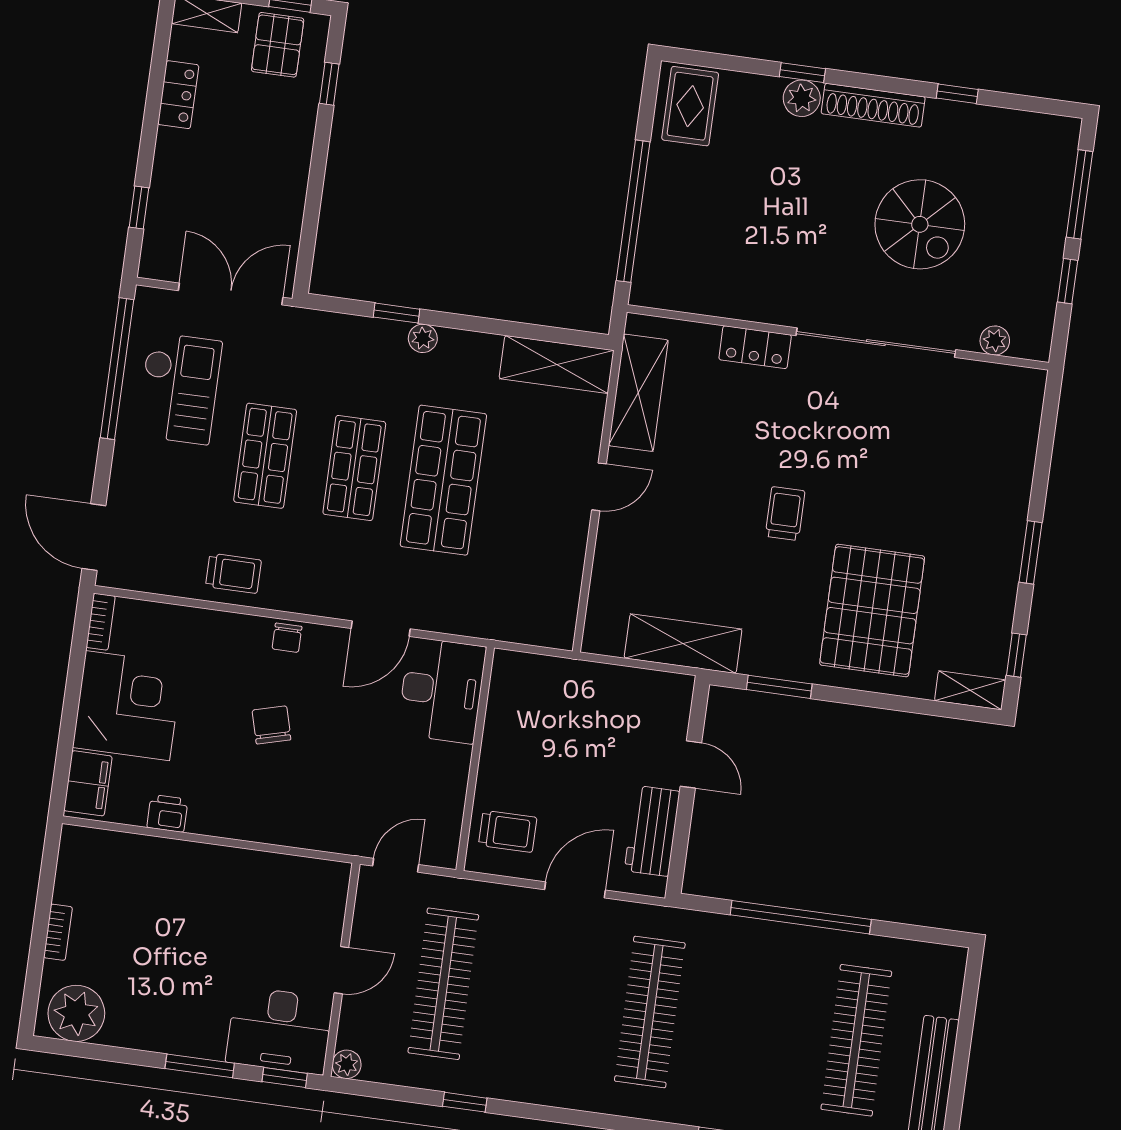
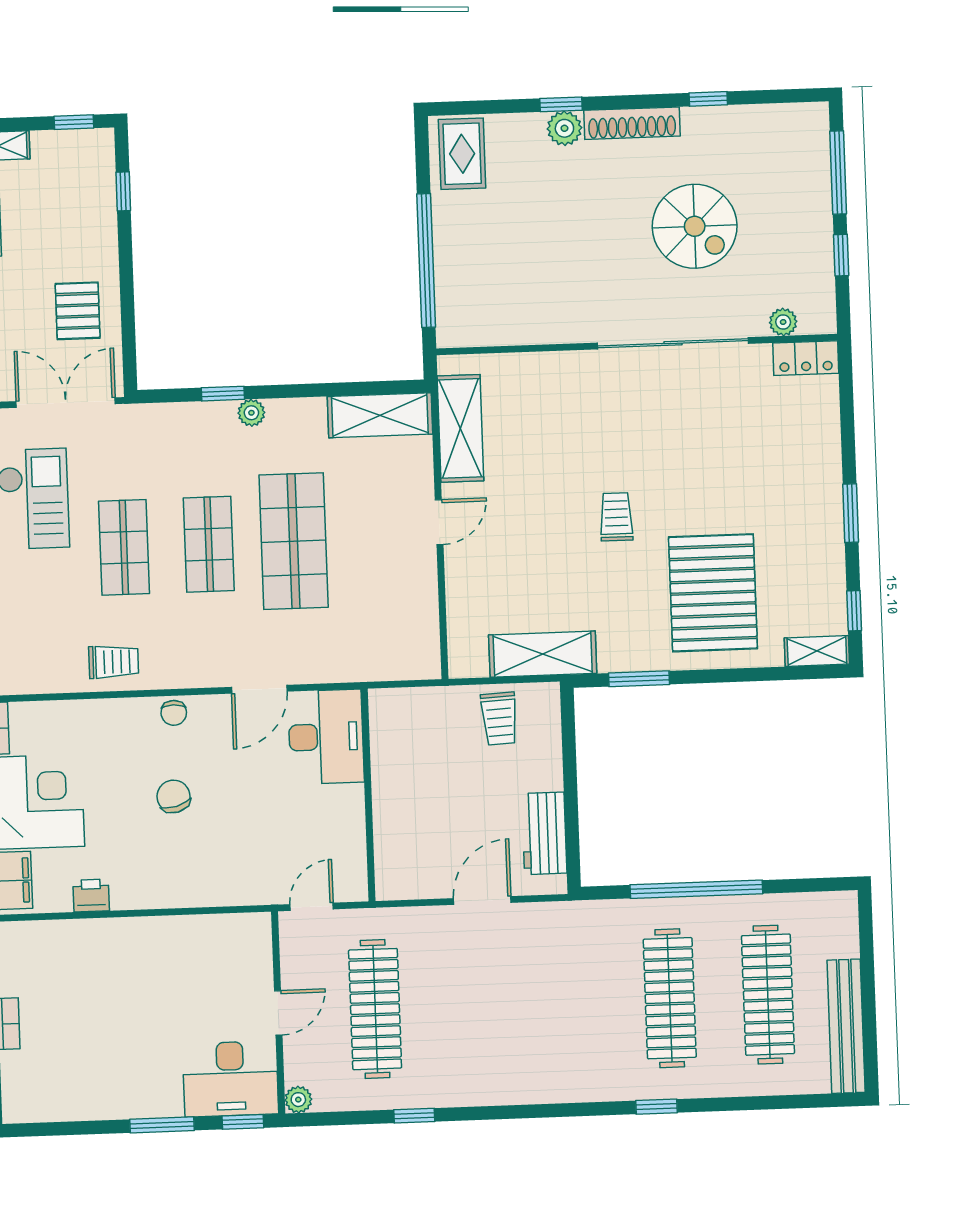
pallet: (278, 45) -> (78, 311), moved
locker: (755, 347) -> (806, 358), moved
door: (691, 764) -> (570, 765), removed
trolley: (508, 831) -> (499, 719), moved, turned 87
clothes rail: (650, 1012) -> (670, 998), moved
plant: (76, 1013) -> (39, 1096), removed

